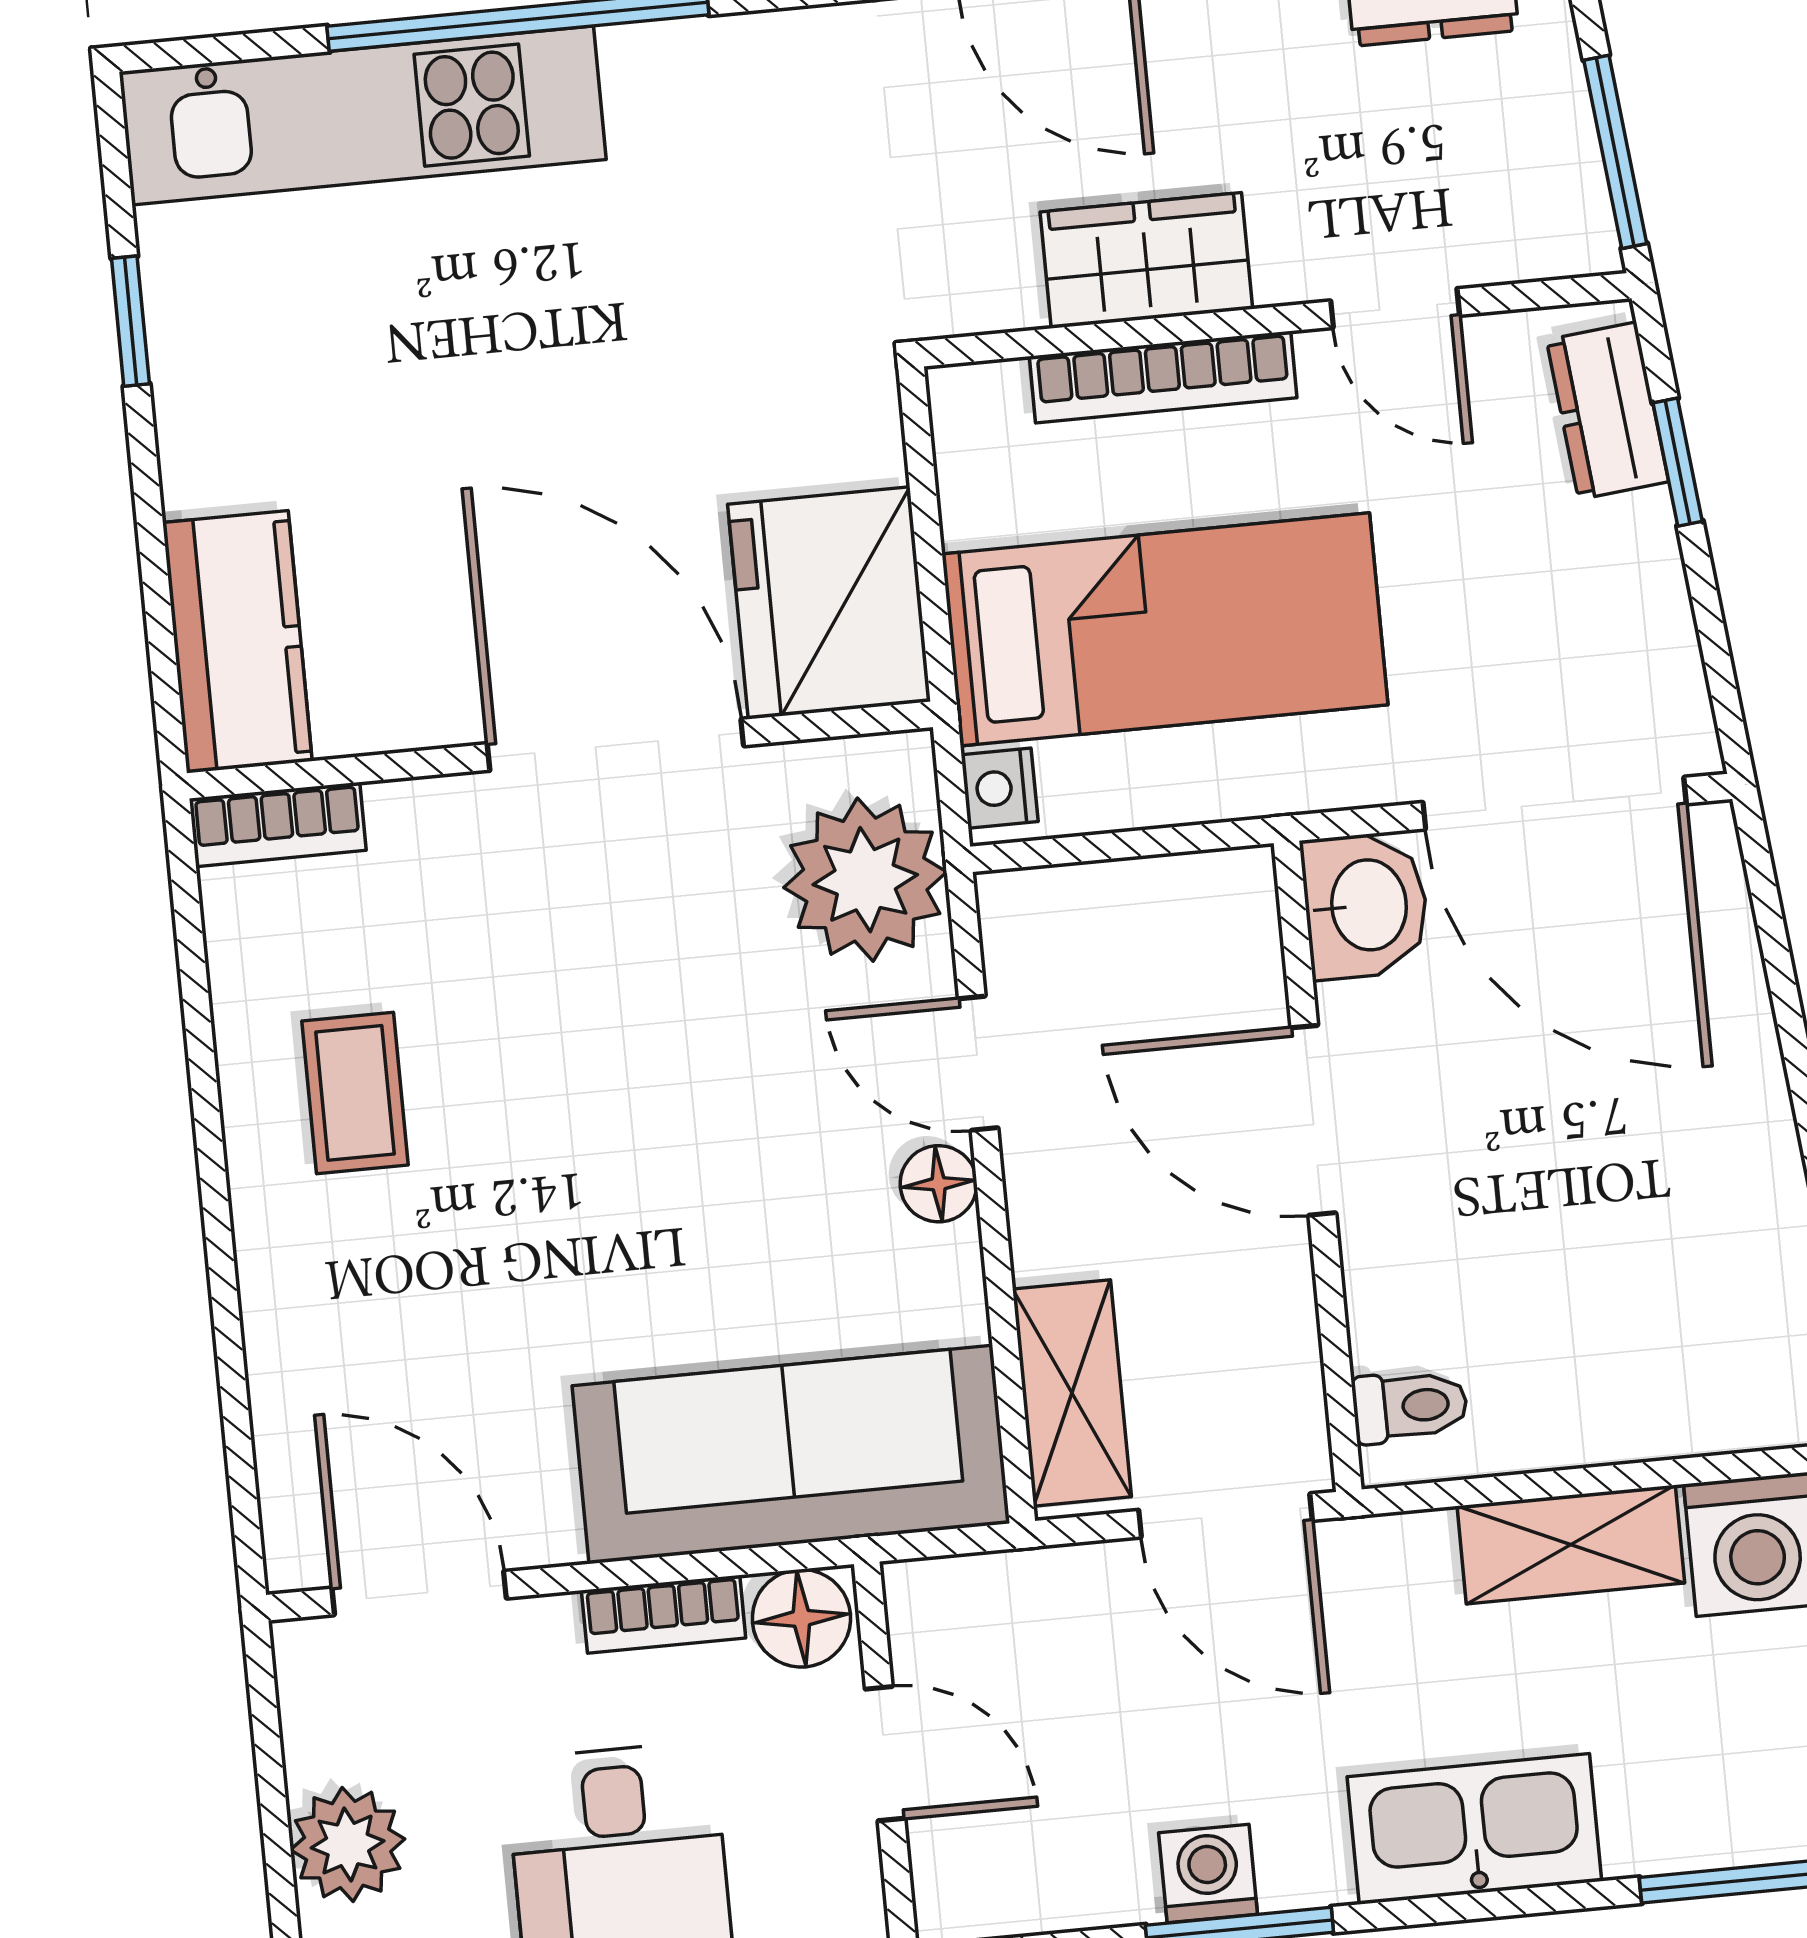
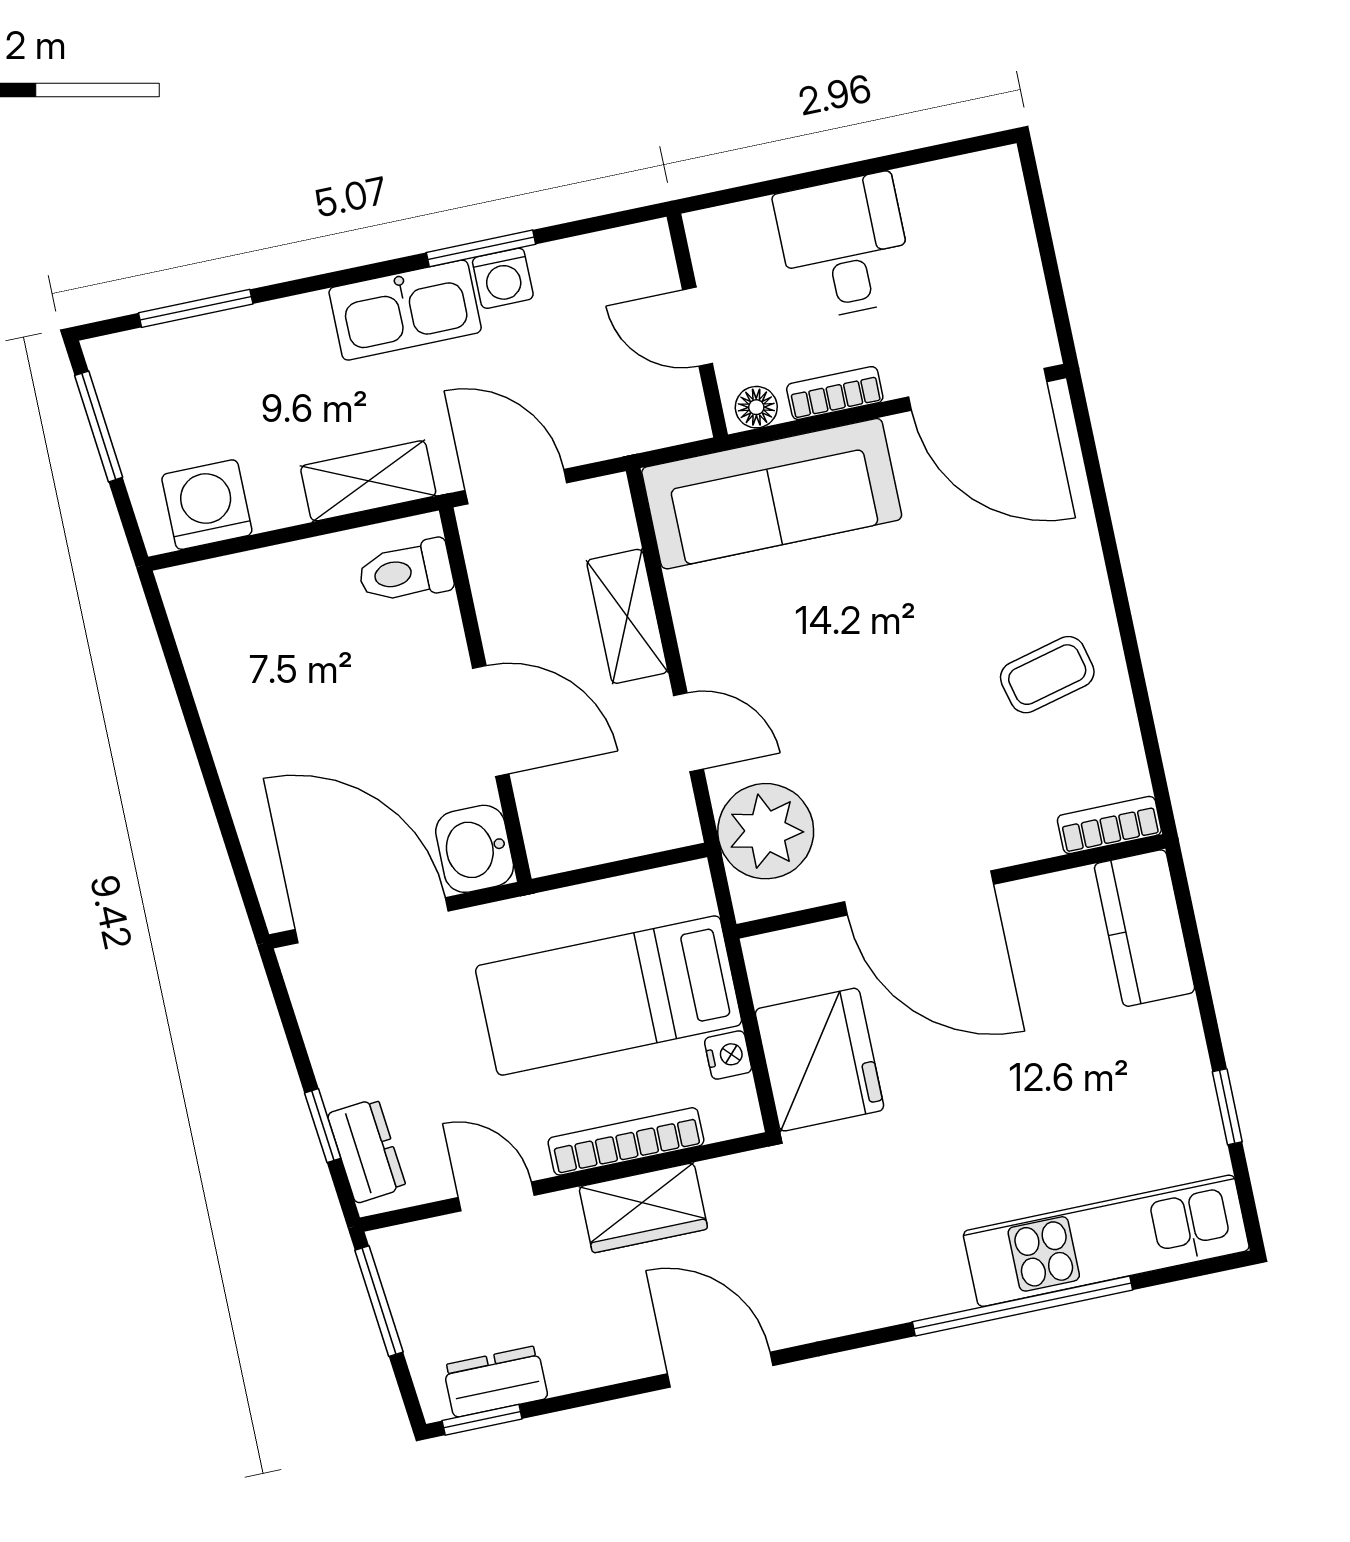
fridge: (829, 603) -> (819, 1060), moved
nightstand: (1000, 788) -> (728, 1055), moved
coffee table: (355, 1093) -> (1047, 675), turned 76
floor lamp: (939, 1184) -> (704, 660), removed
shelving: (1072, 1393) -> (627, 616), moved
toilet: (1410, 1406) -> (405, 572), width x1.37, depth x1.39
shelving: (1571, 1544) -> (368, 481), moved
door: (419, 1593) -> (978, 389), width x1.36
floor lamp: (801, 1618) -> (756, 407), width x0.73, depth x0.73
kitchen sink: (1474, 1829) -> (405, 310), moved
plant: (348, 1844) -> (1003, 239), removed

